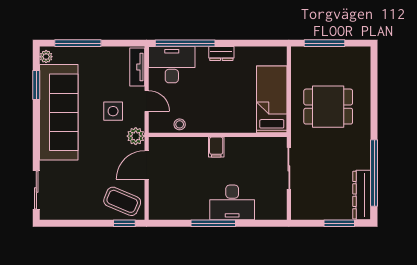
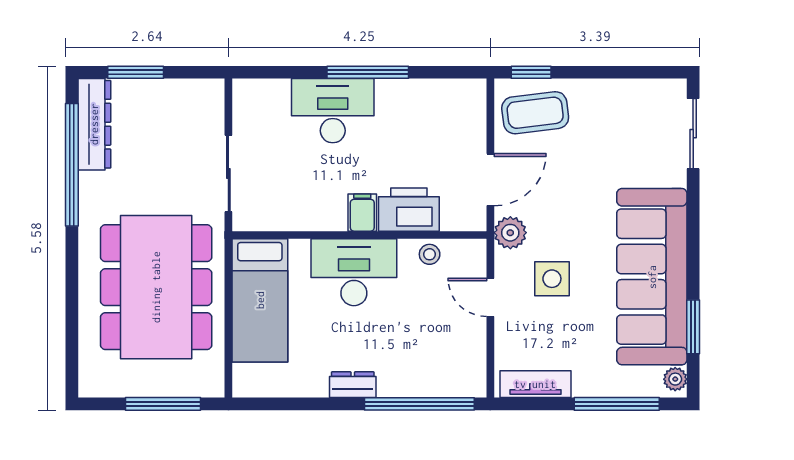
desk: (172, 65) -> (354, 272), moved, turned 180
tv unit: (137, 67) -> (535, 384), moved, turned -90
dining table: (328, 107) -> (156, 287), width x1.88, depth x1.24
printer: (191, 149) -> (409, 210), added
coffee table: (122, 201) -> (535, 113), turned -30

